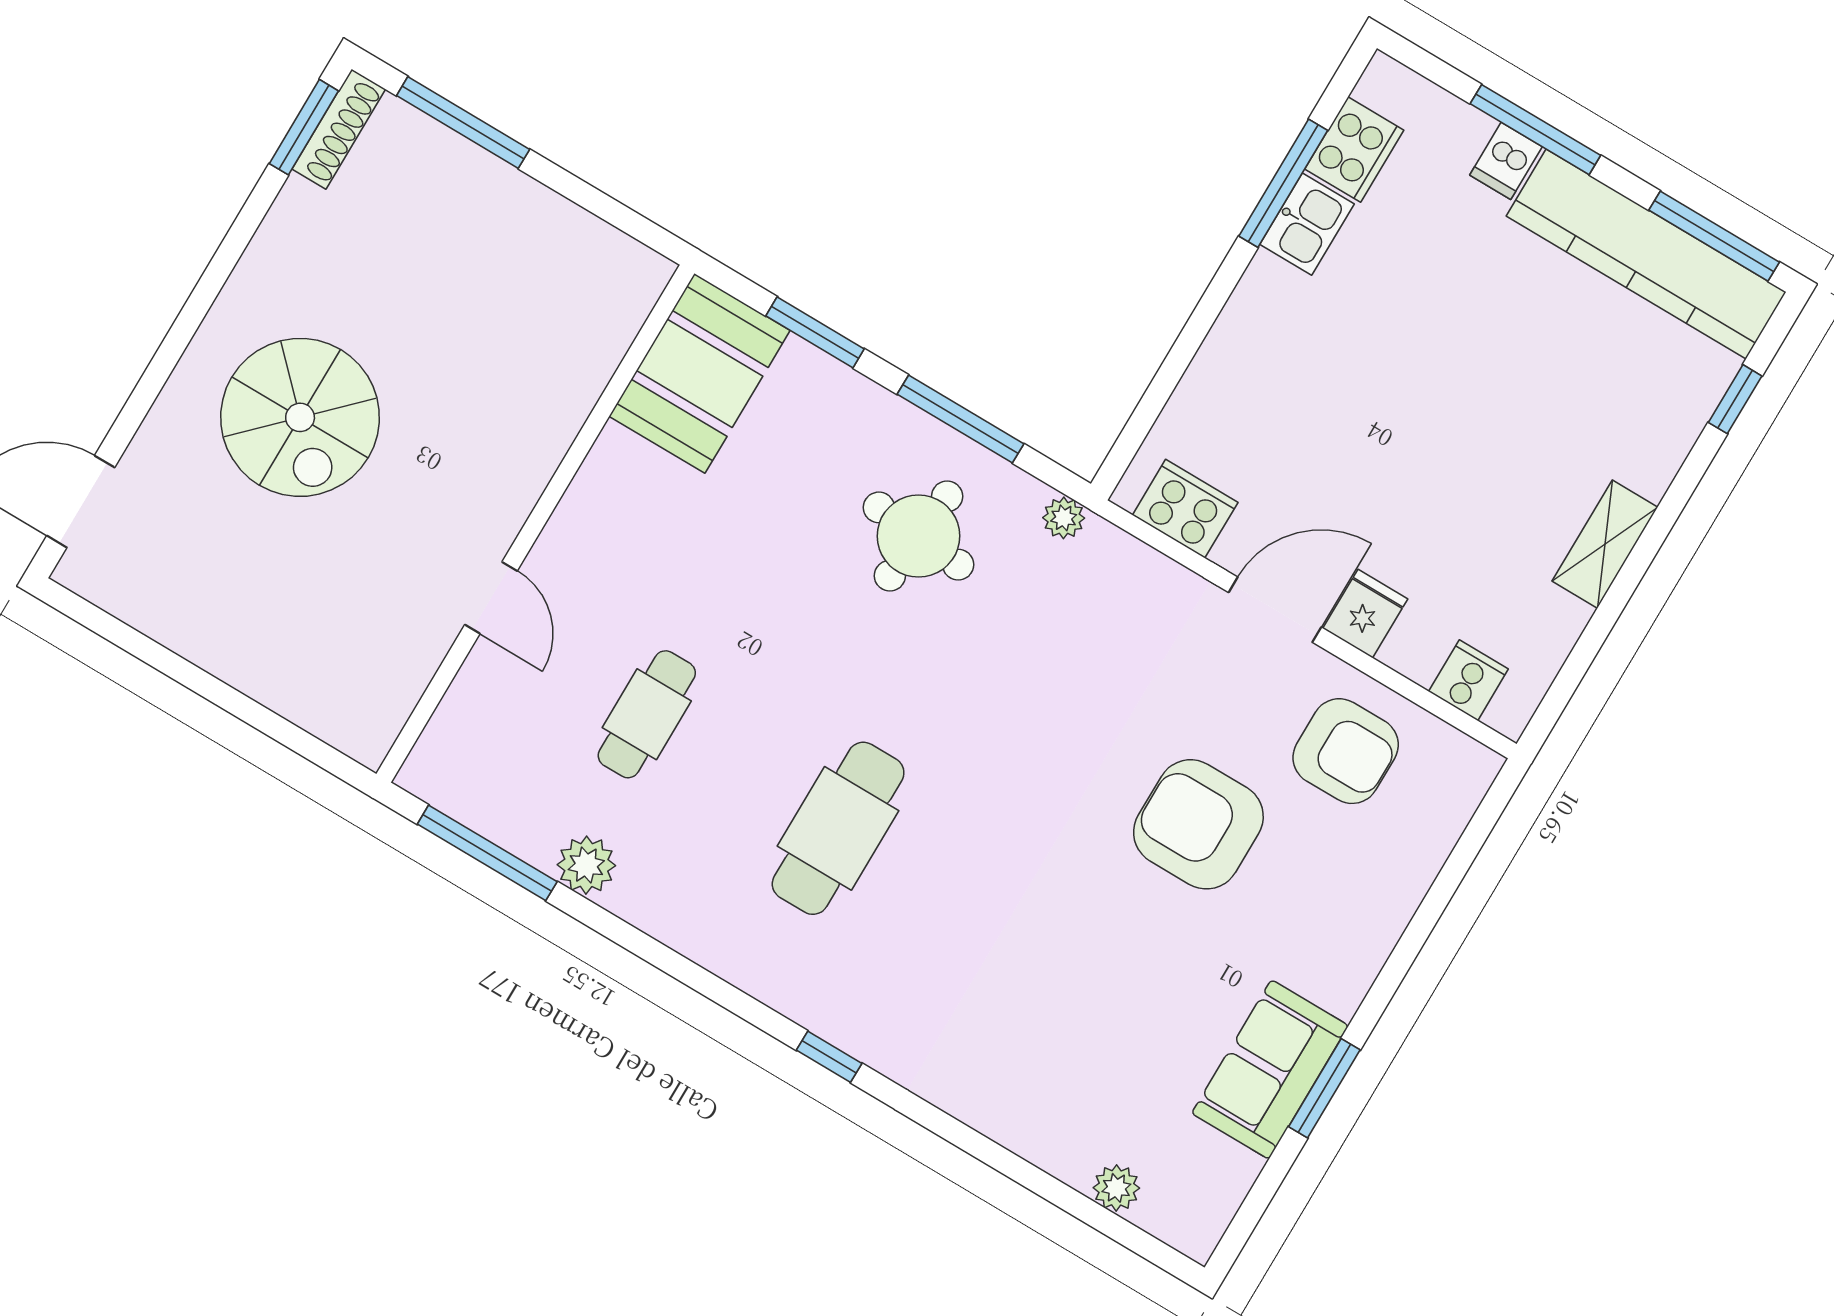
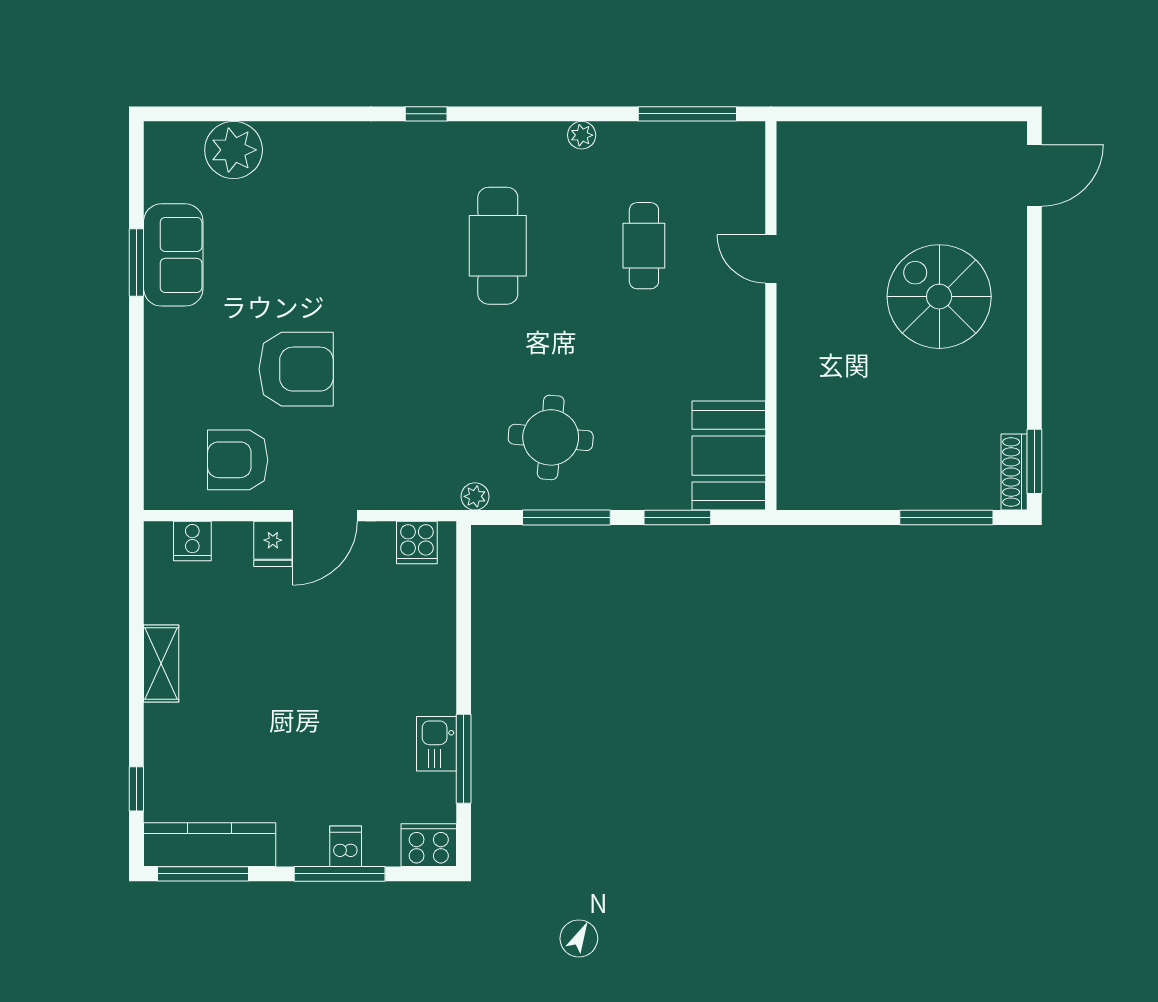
cooker: (1354, 150) -> (429, 845), moved, turned 90
kitchen counter: (1646, 254) -> (210, 845), width x0.72, depth x0.86
cooker: (1185, 509) -> (417, 542), width x0.73
plant: (586, 865) -> (582, 135), moved, width x0.73, depth x0.73
plant: (1116, 1188) -> (234, 150), width x1.88, depth x1.88

